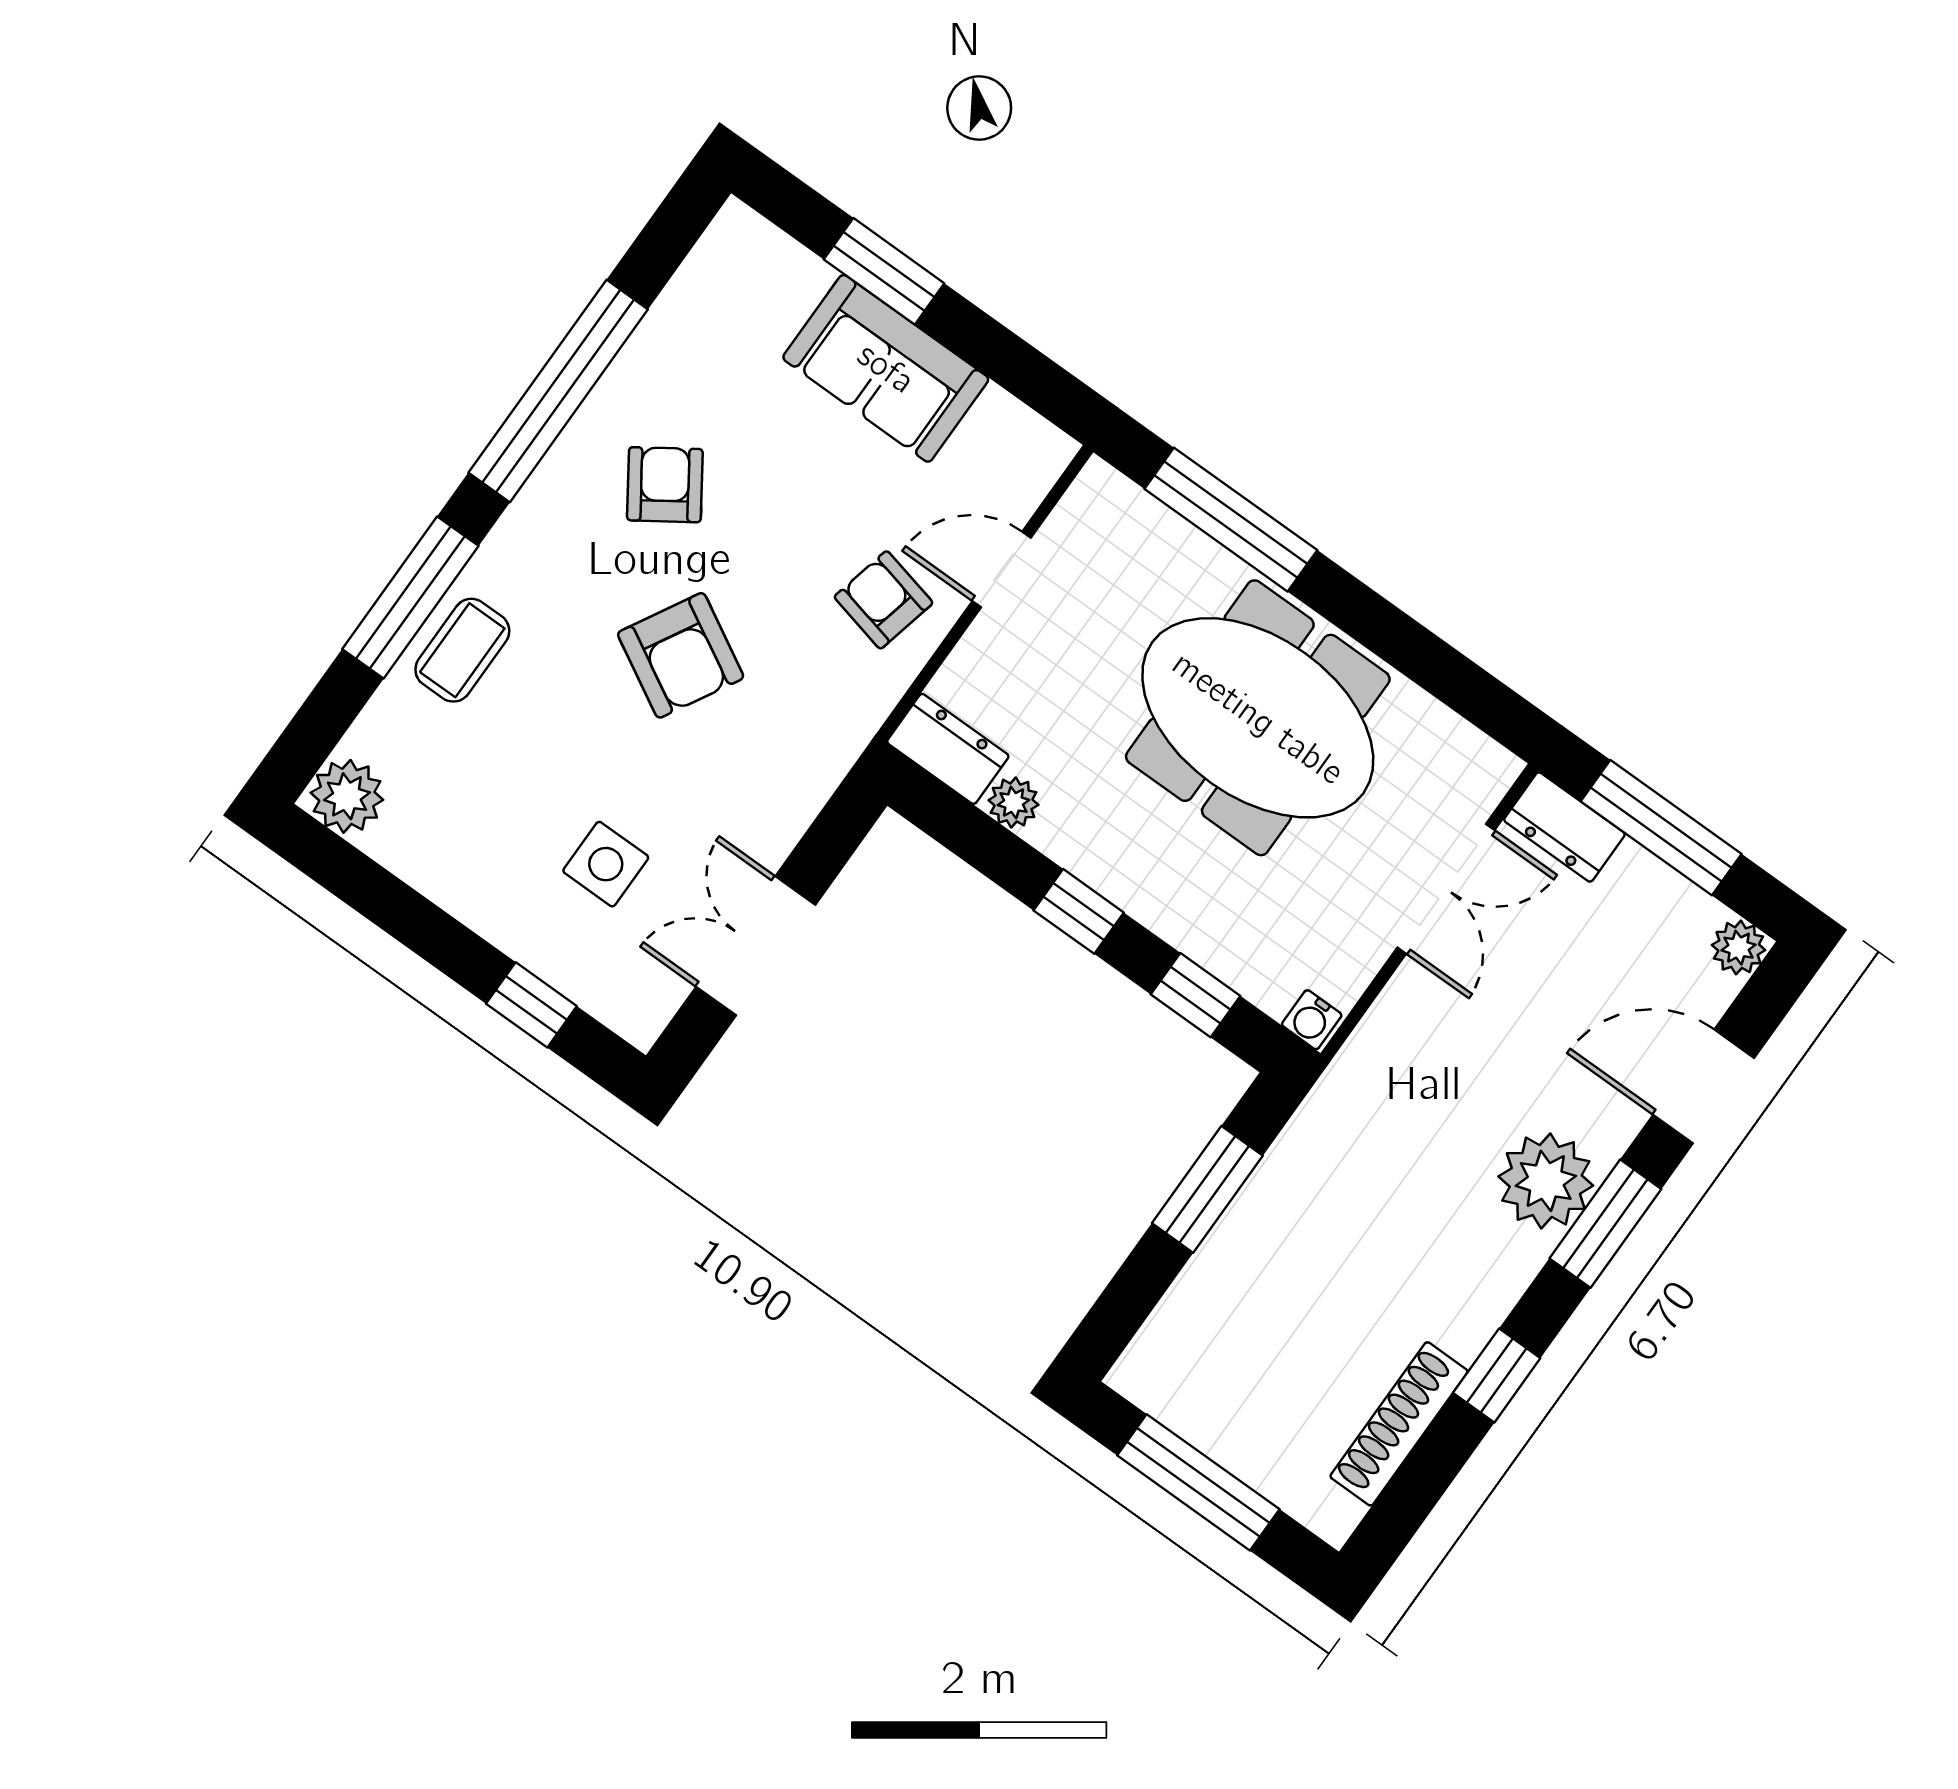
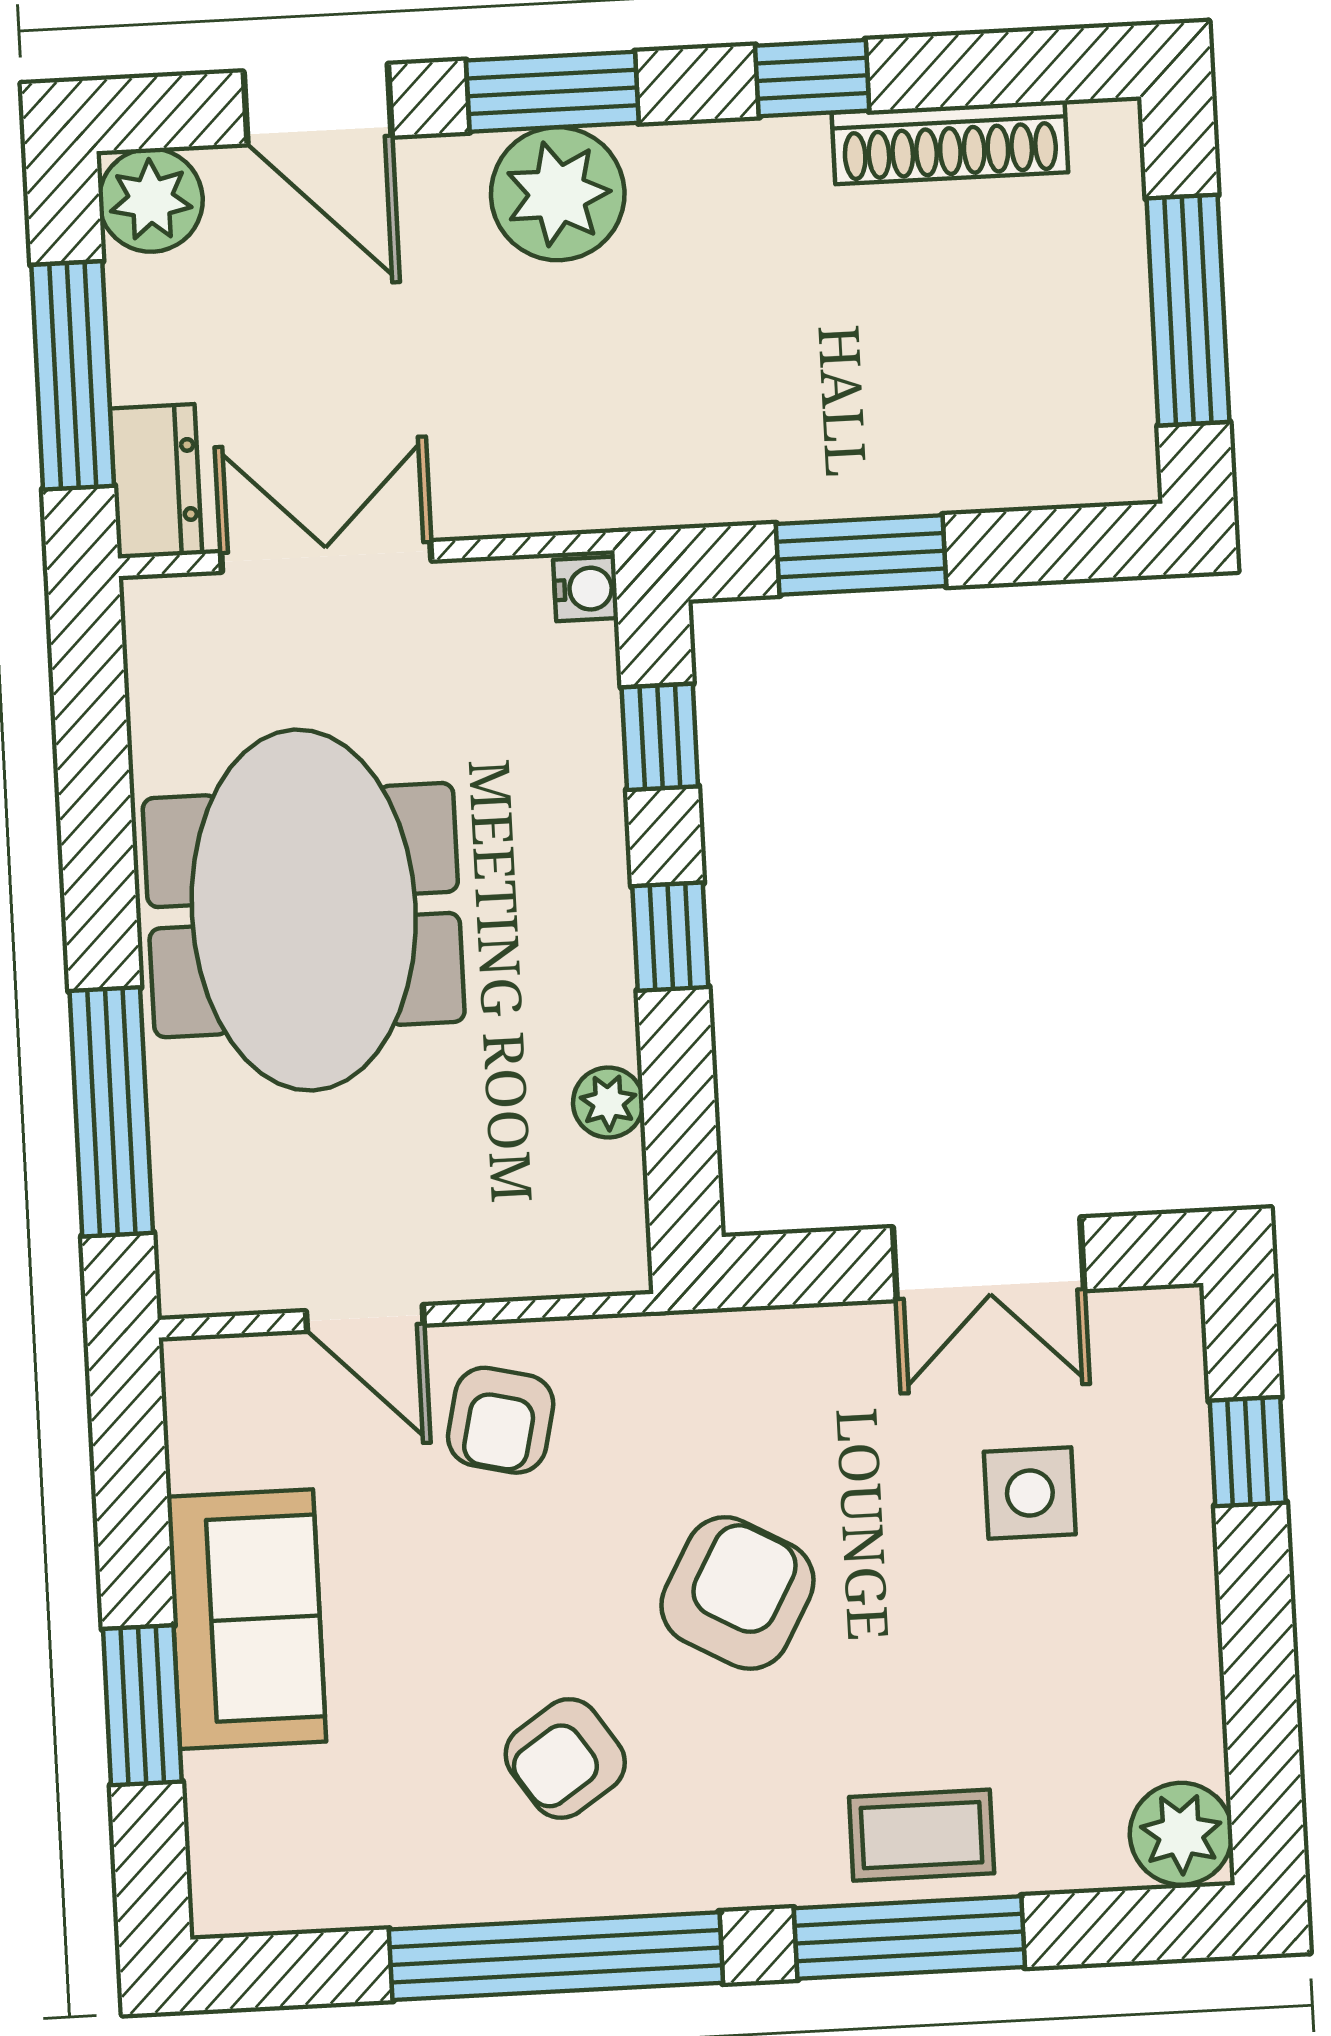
dresser: (948, 749) -> (607, 1221), removed
plant: (1739, 948) -> (151, 200), width x1.38, depth x1.38

